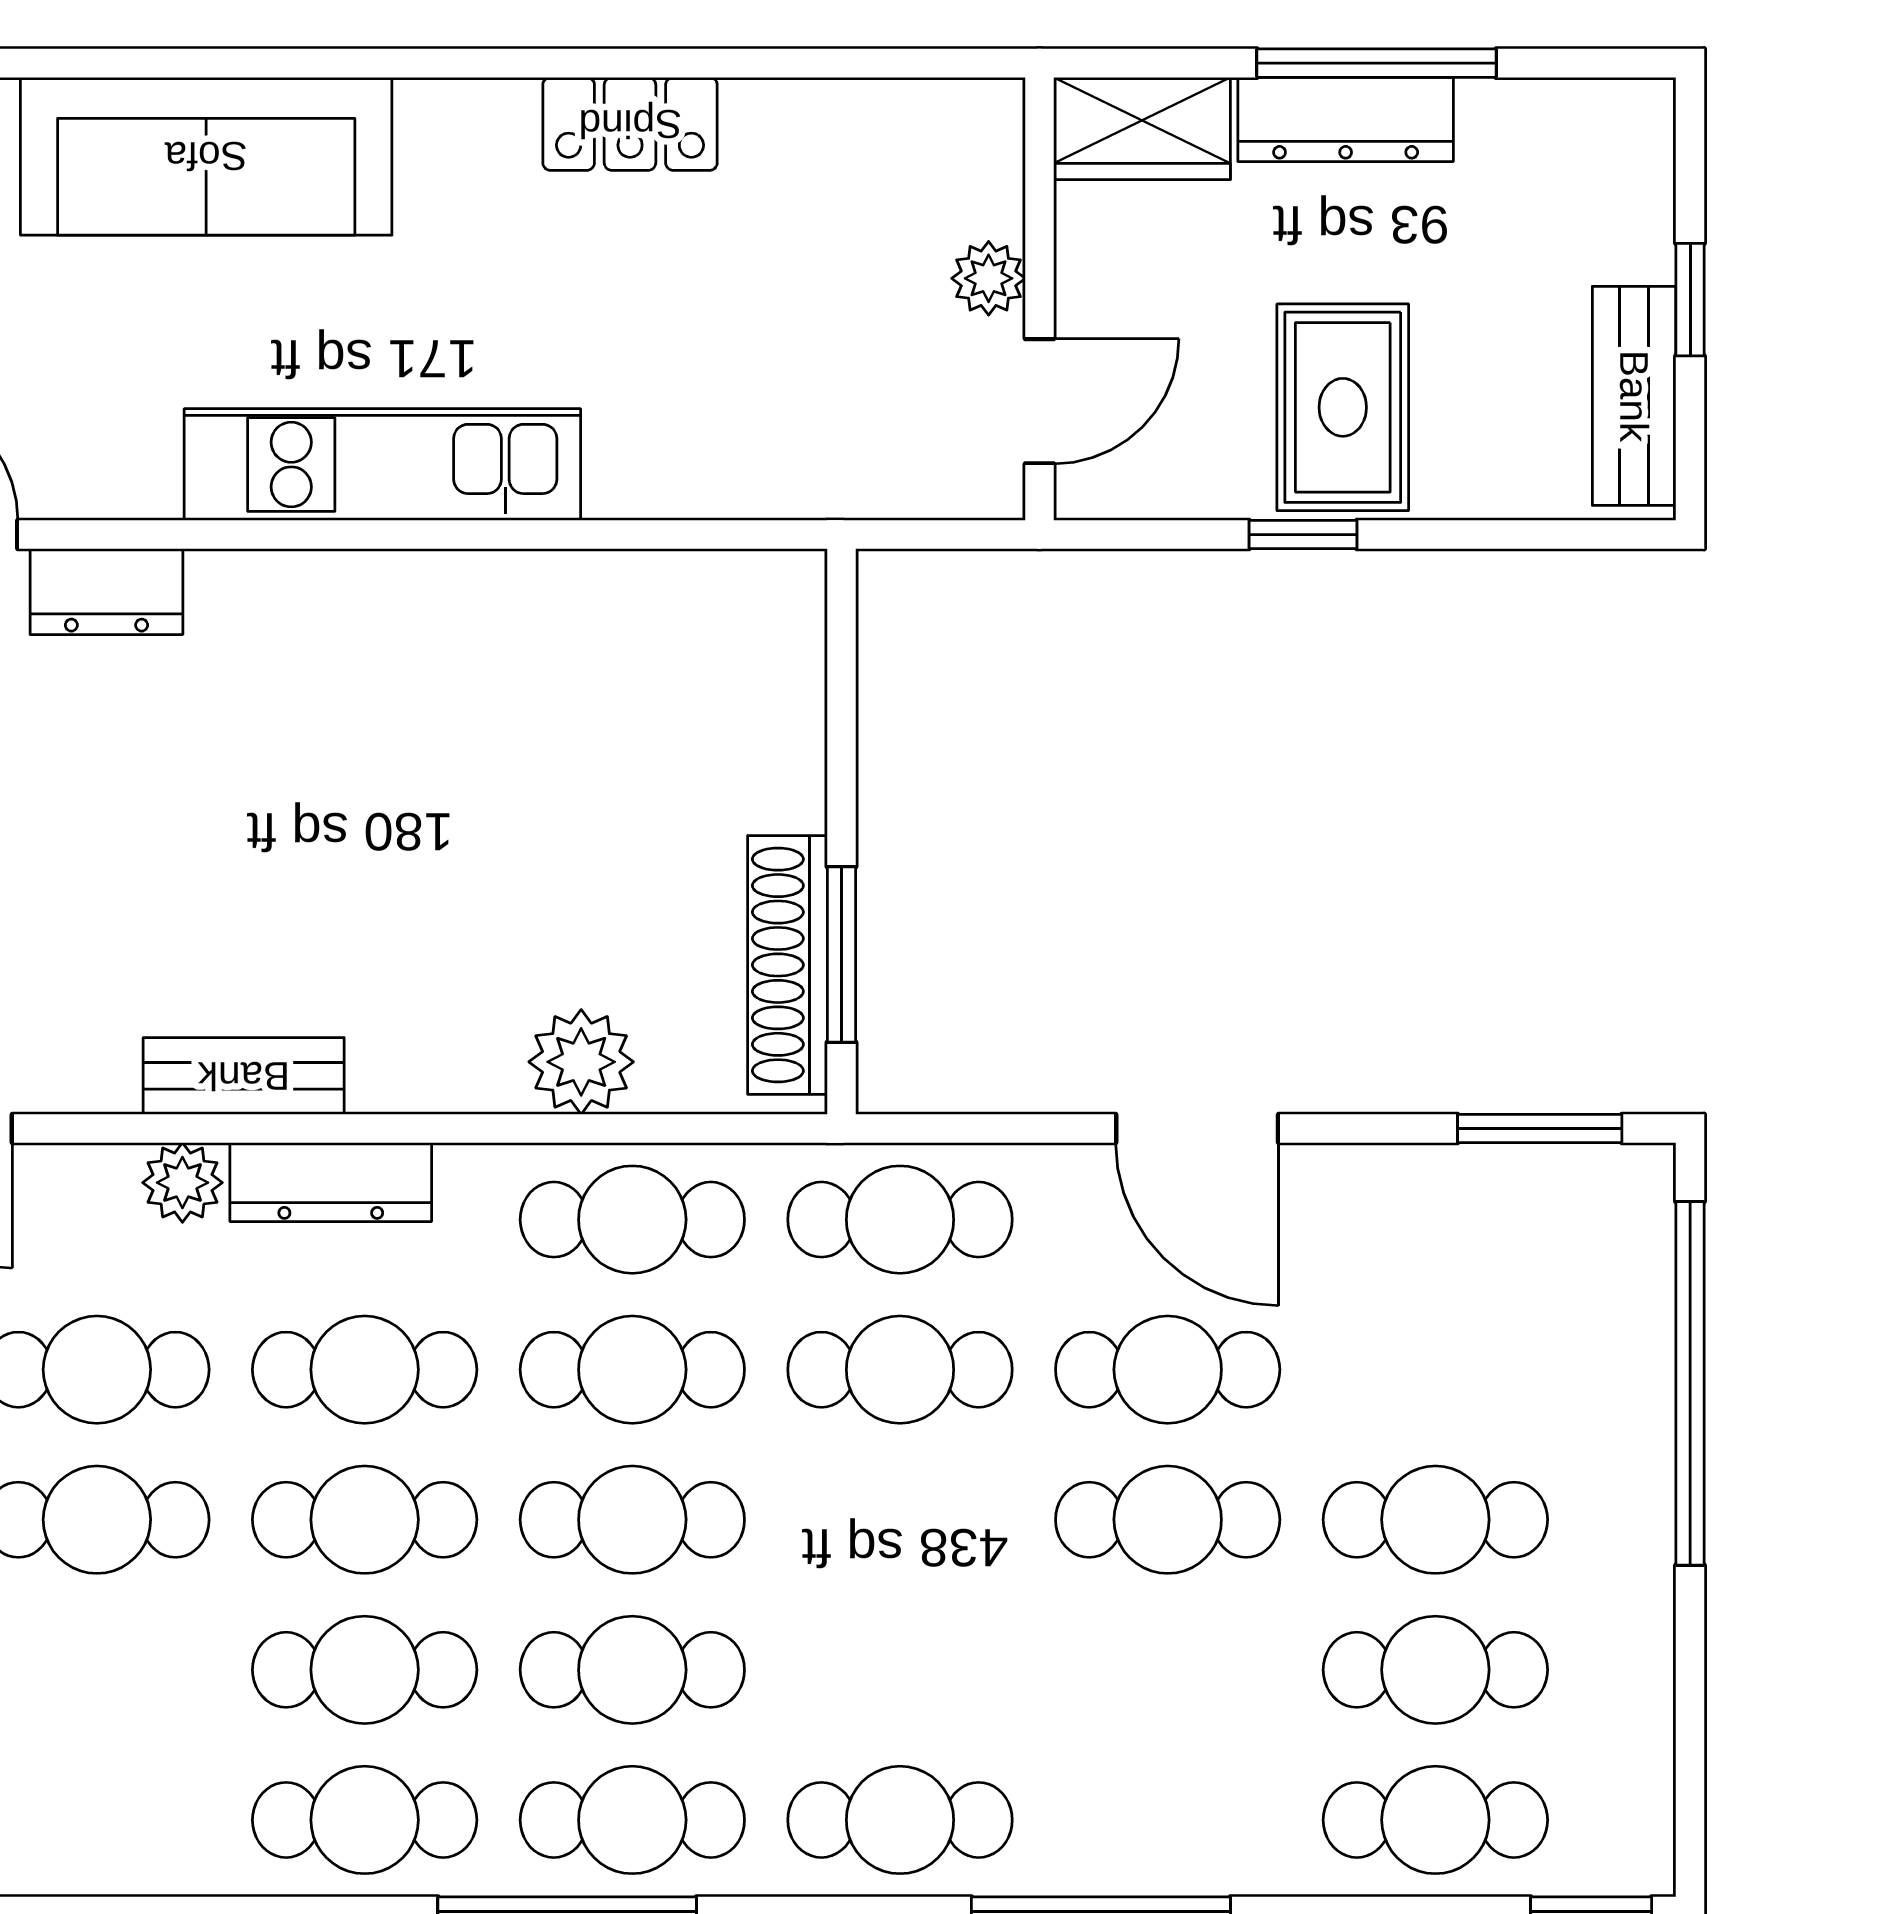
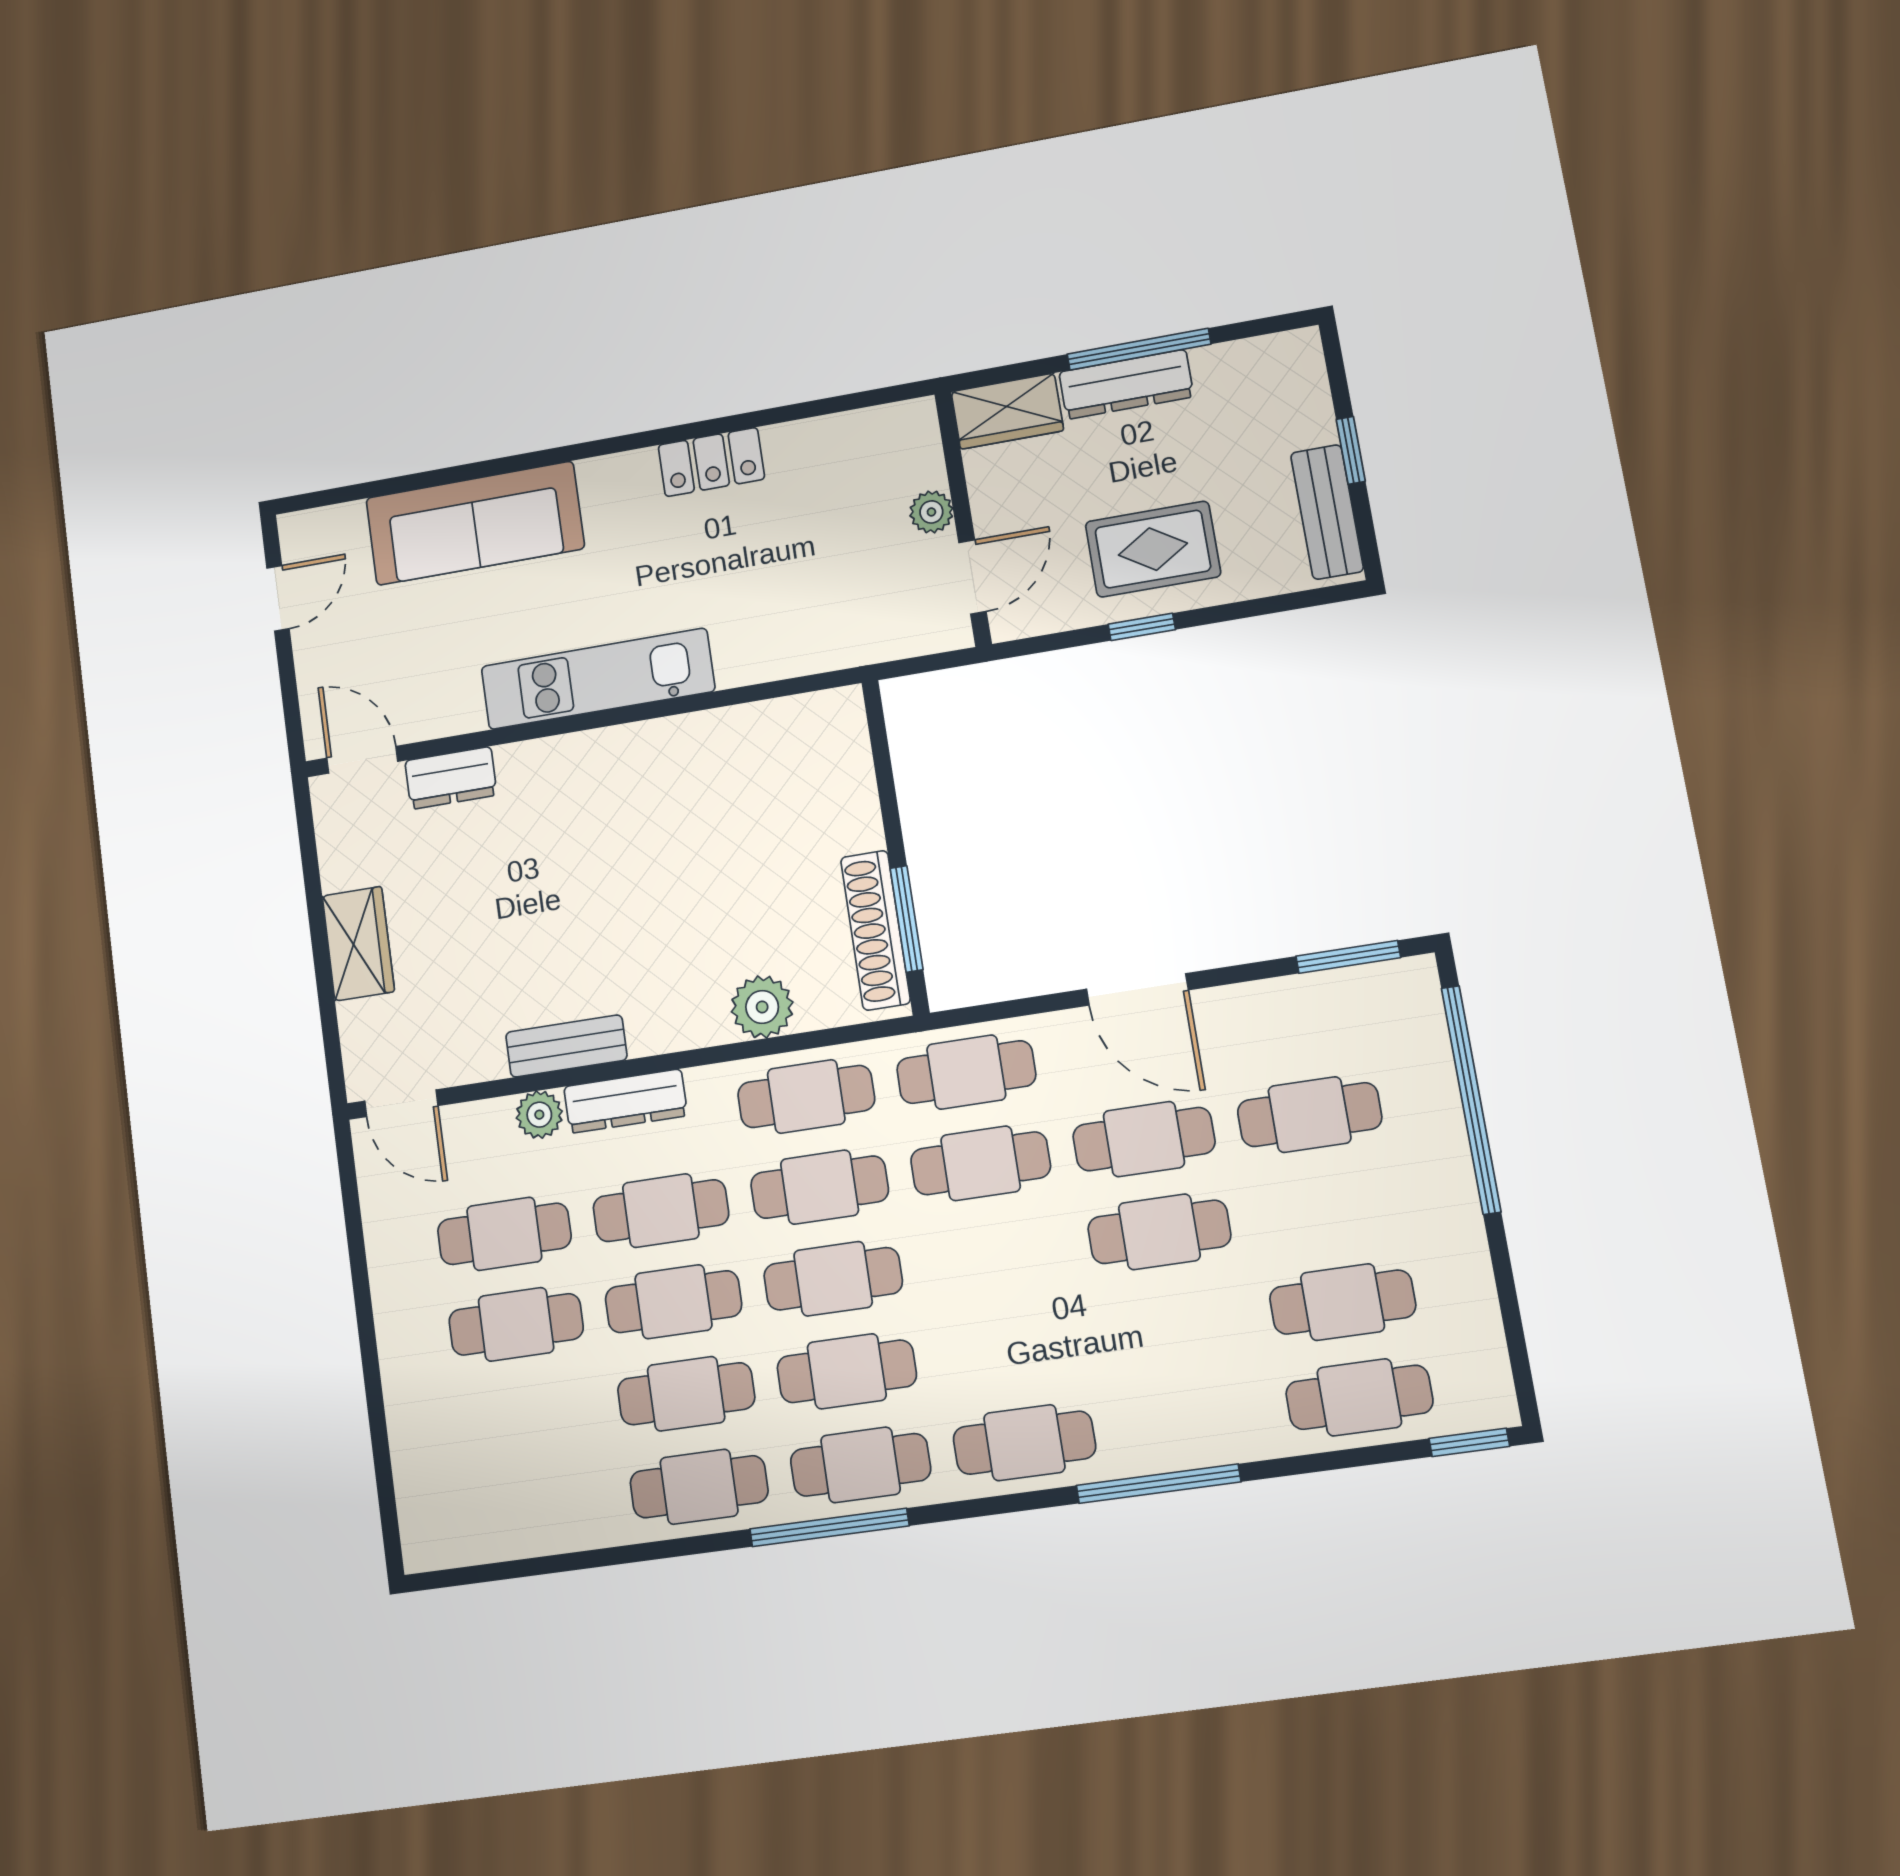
rug: (1343, 407) -> (1153, 549), turned 90
cafe table: (1435, 1520) -> (1310, 1115), moved

